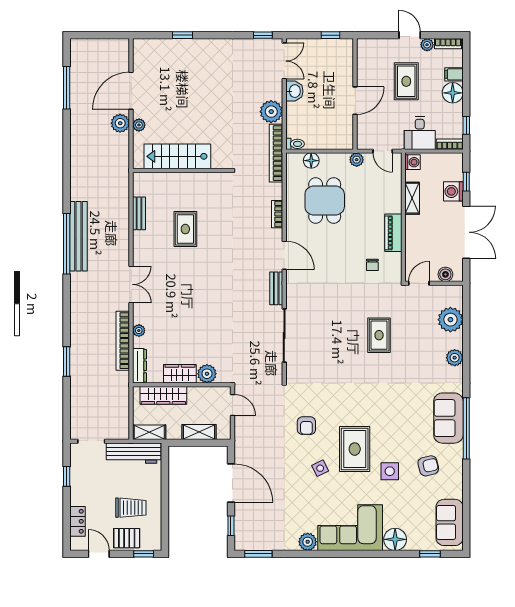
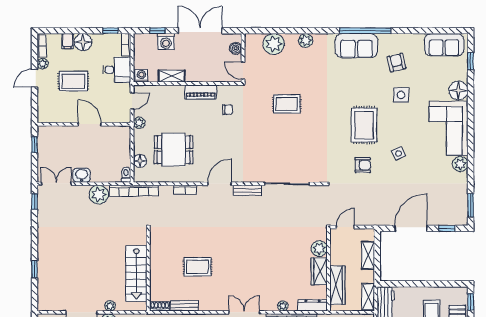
shoe rack: (138, 184) -> (160, 306), added
rug: (355, 449) -> (364, 125), moved, turned 90

